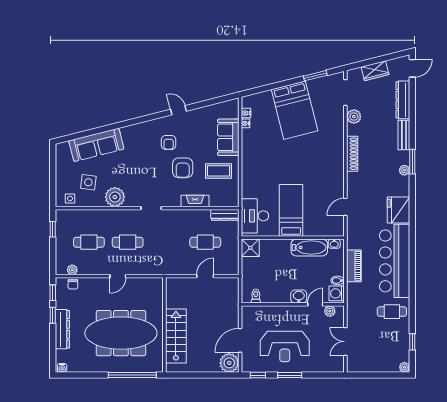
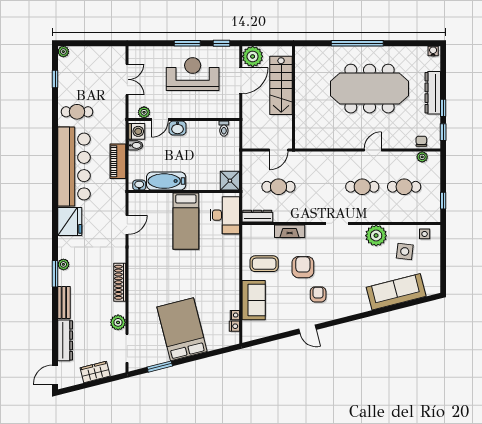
wall: (164, 325) -> (293, 97), moved
stairs: (176, 336) -> (281, 85), moved

